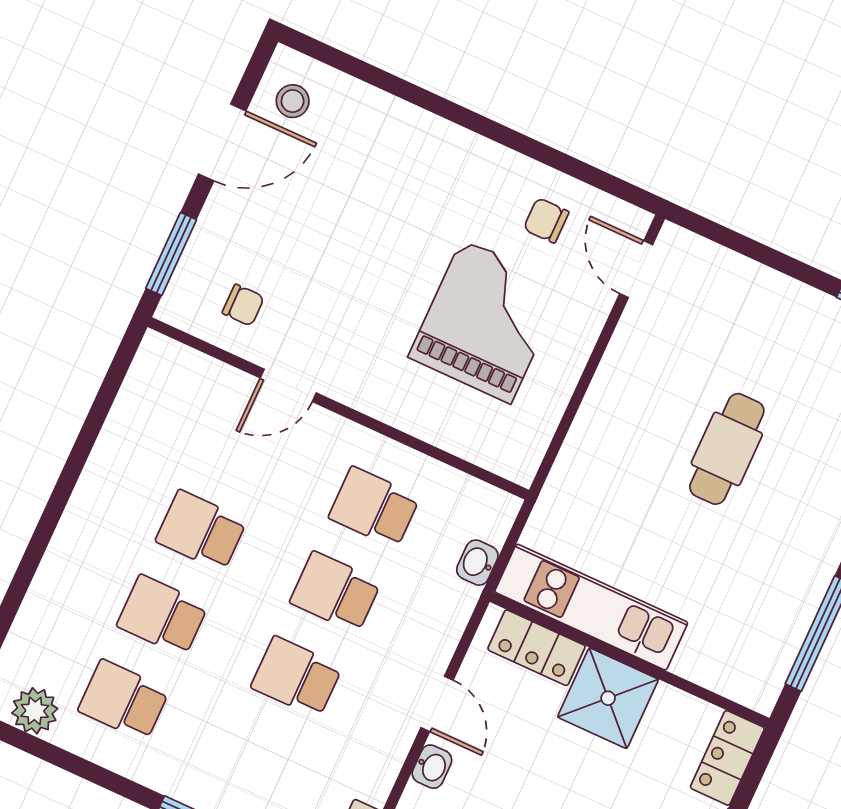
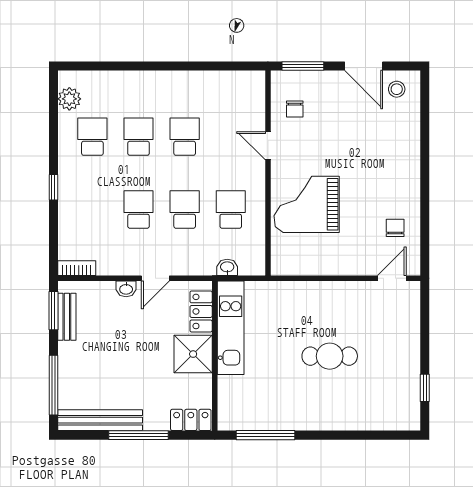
grand piano: (486, 321) -> (307, 204), moved, turned 180

